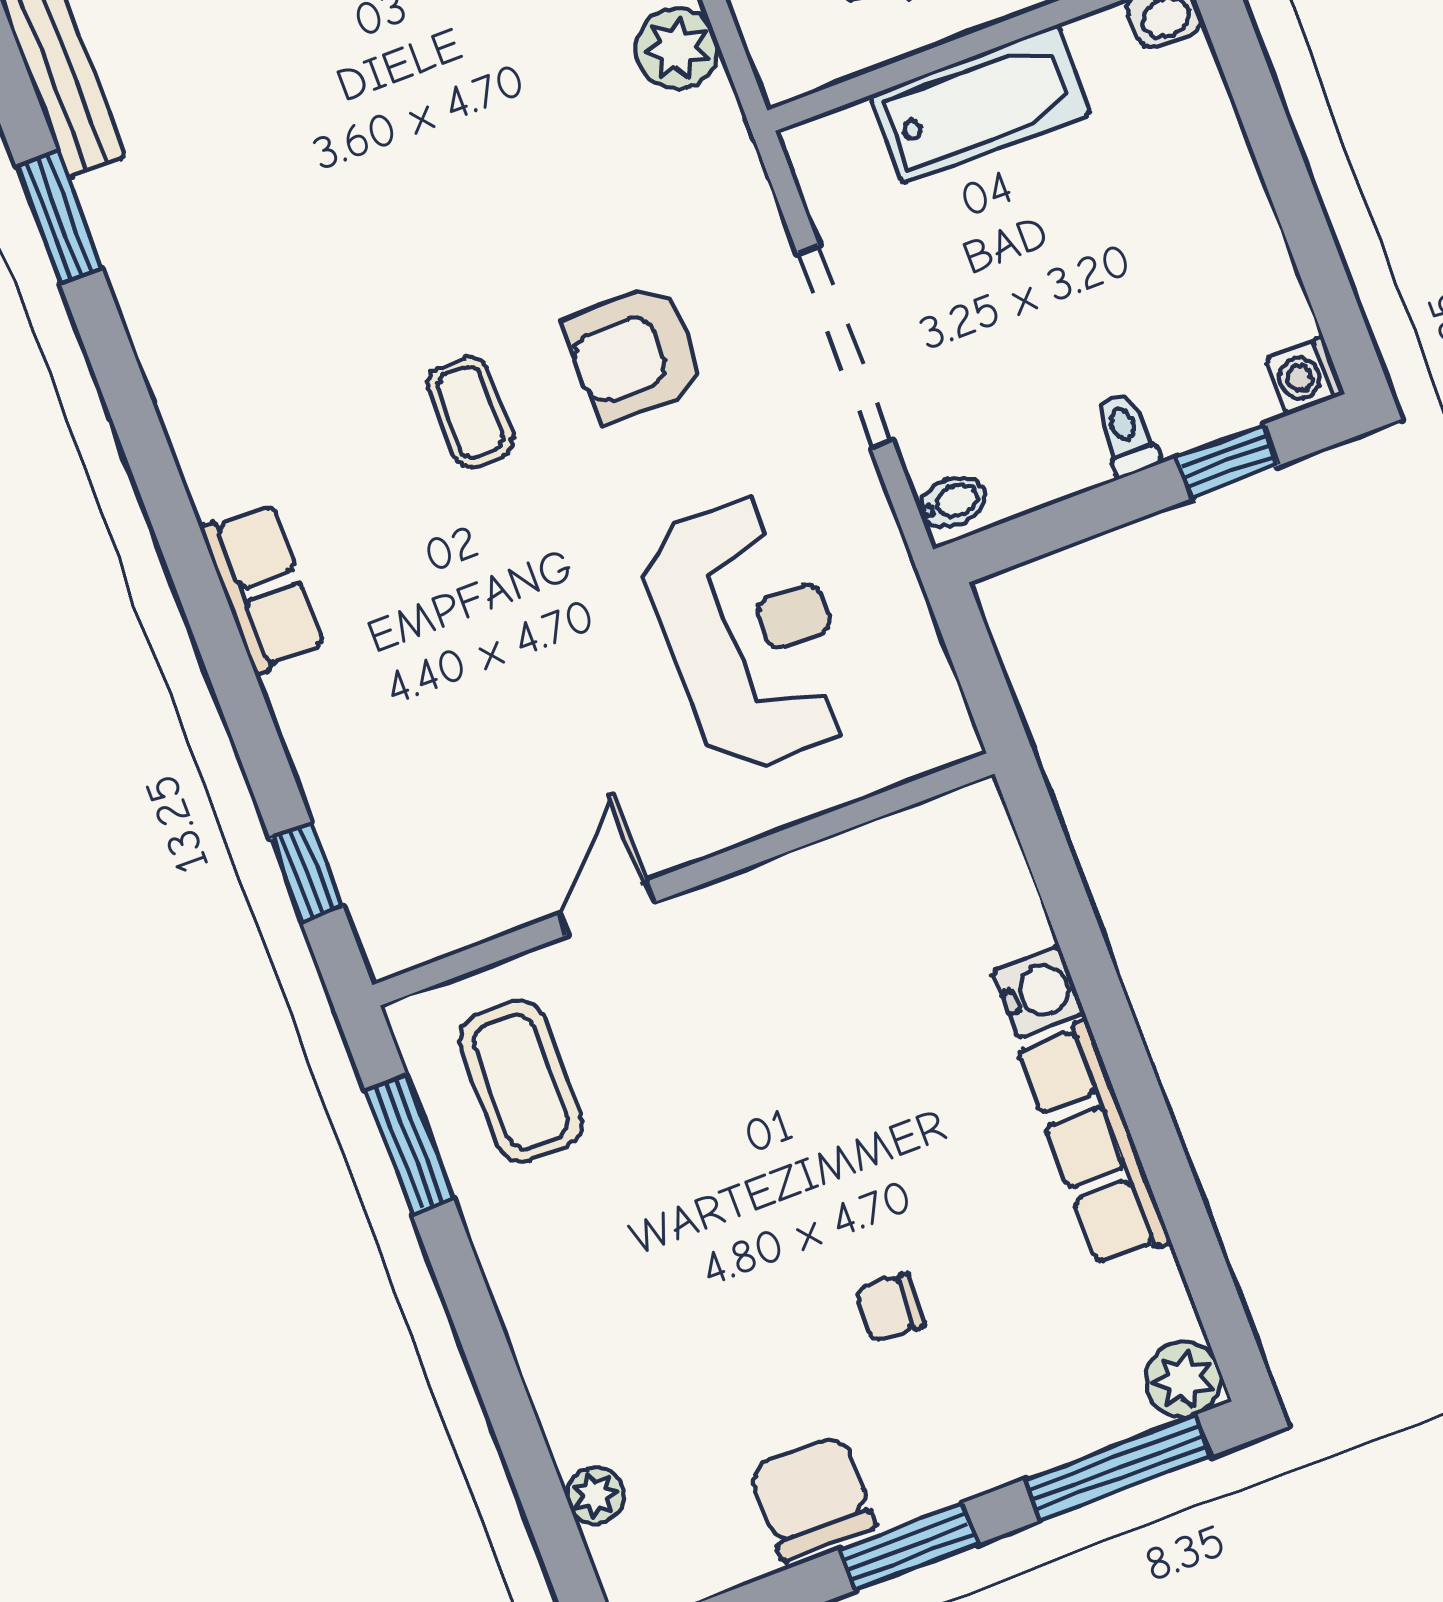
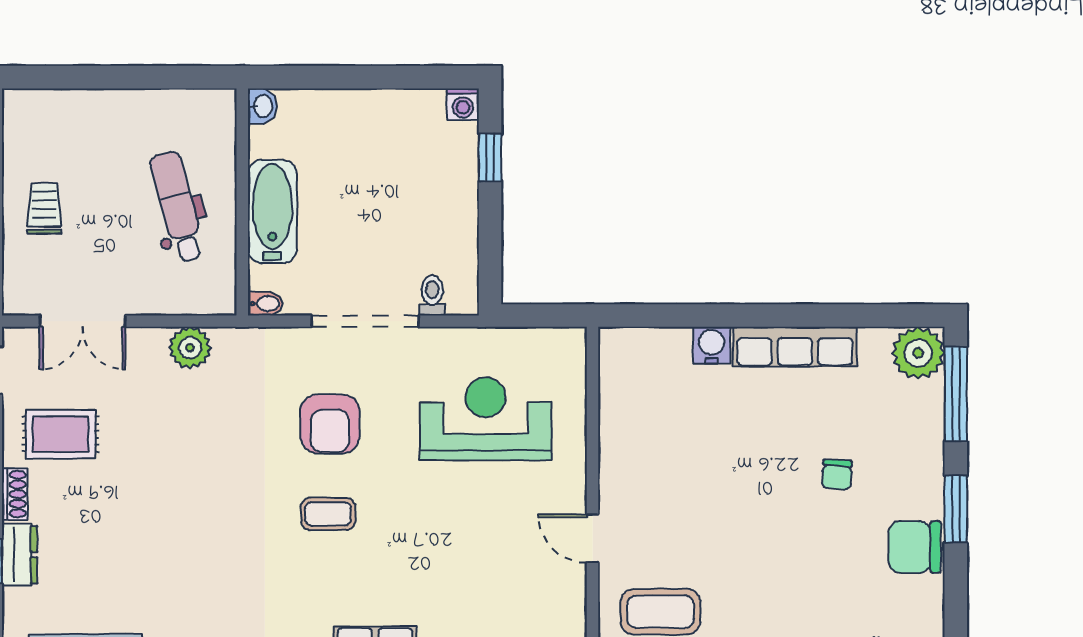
toilet: (1127, 435) -> (432, 295), moved, turned 90
bidet: (952, 503) -> (265, 304), moved, turned 90
plant: (1184, 1380) -> (918, 353), width x1.36, depth x1.36

